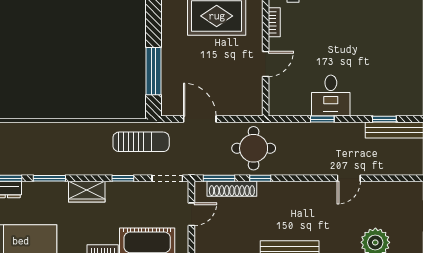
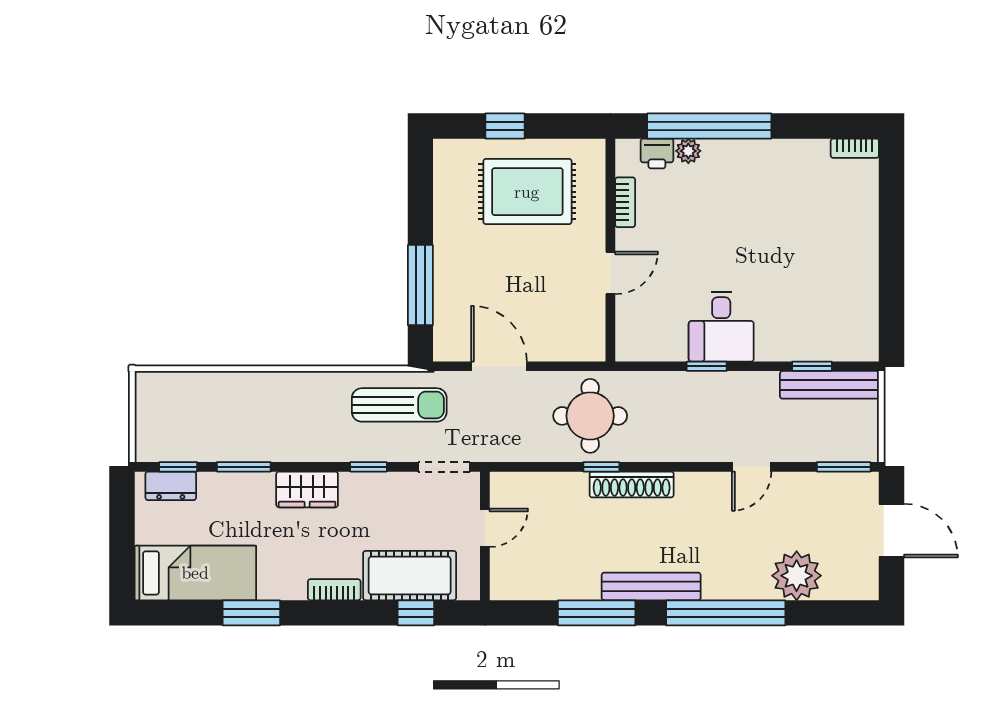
window: (219, 178) -> (844, 467), moved
shoe rack: (232, 189) -> (632, 484), moved

